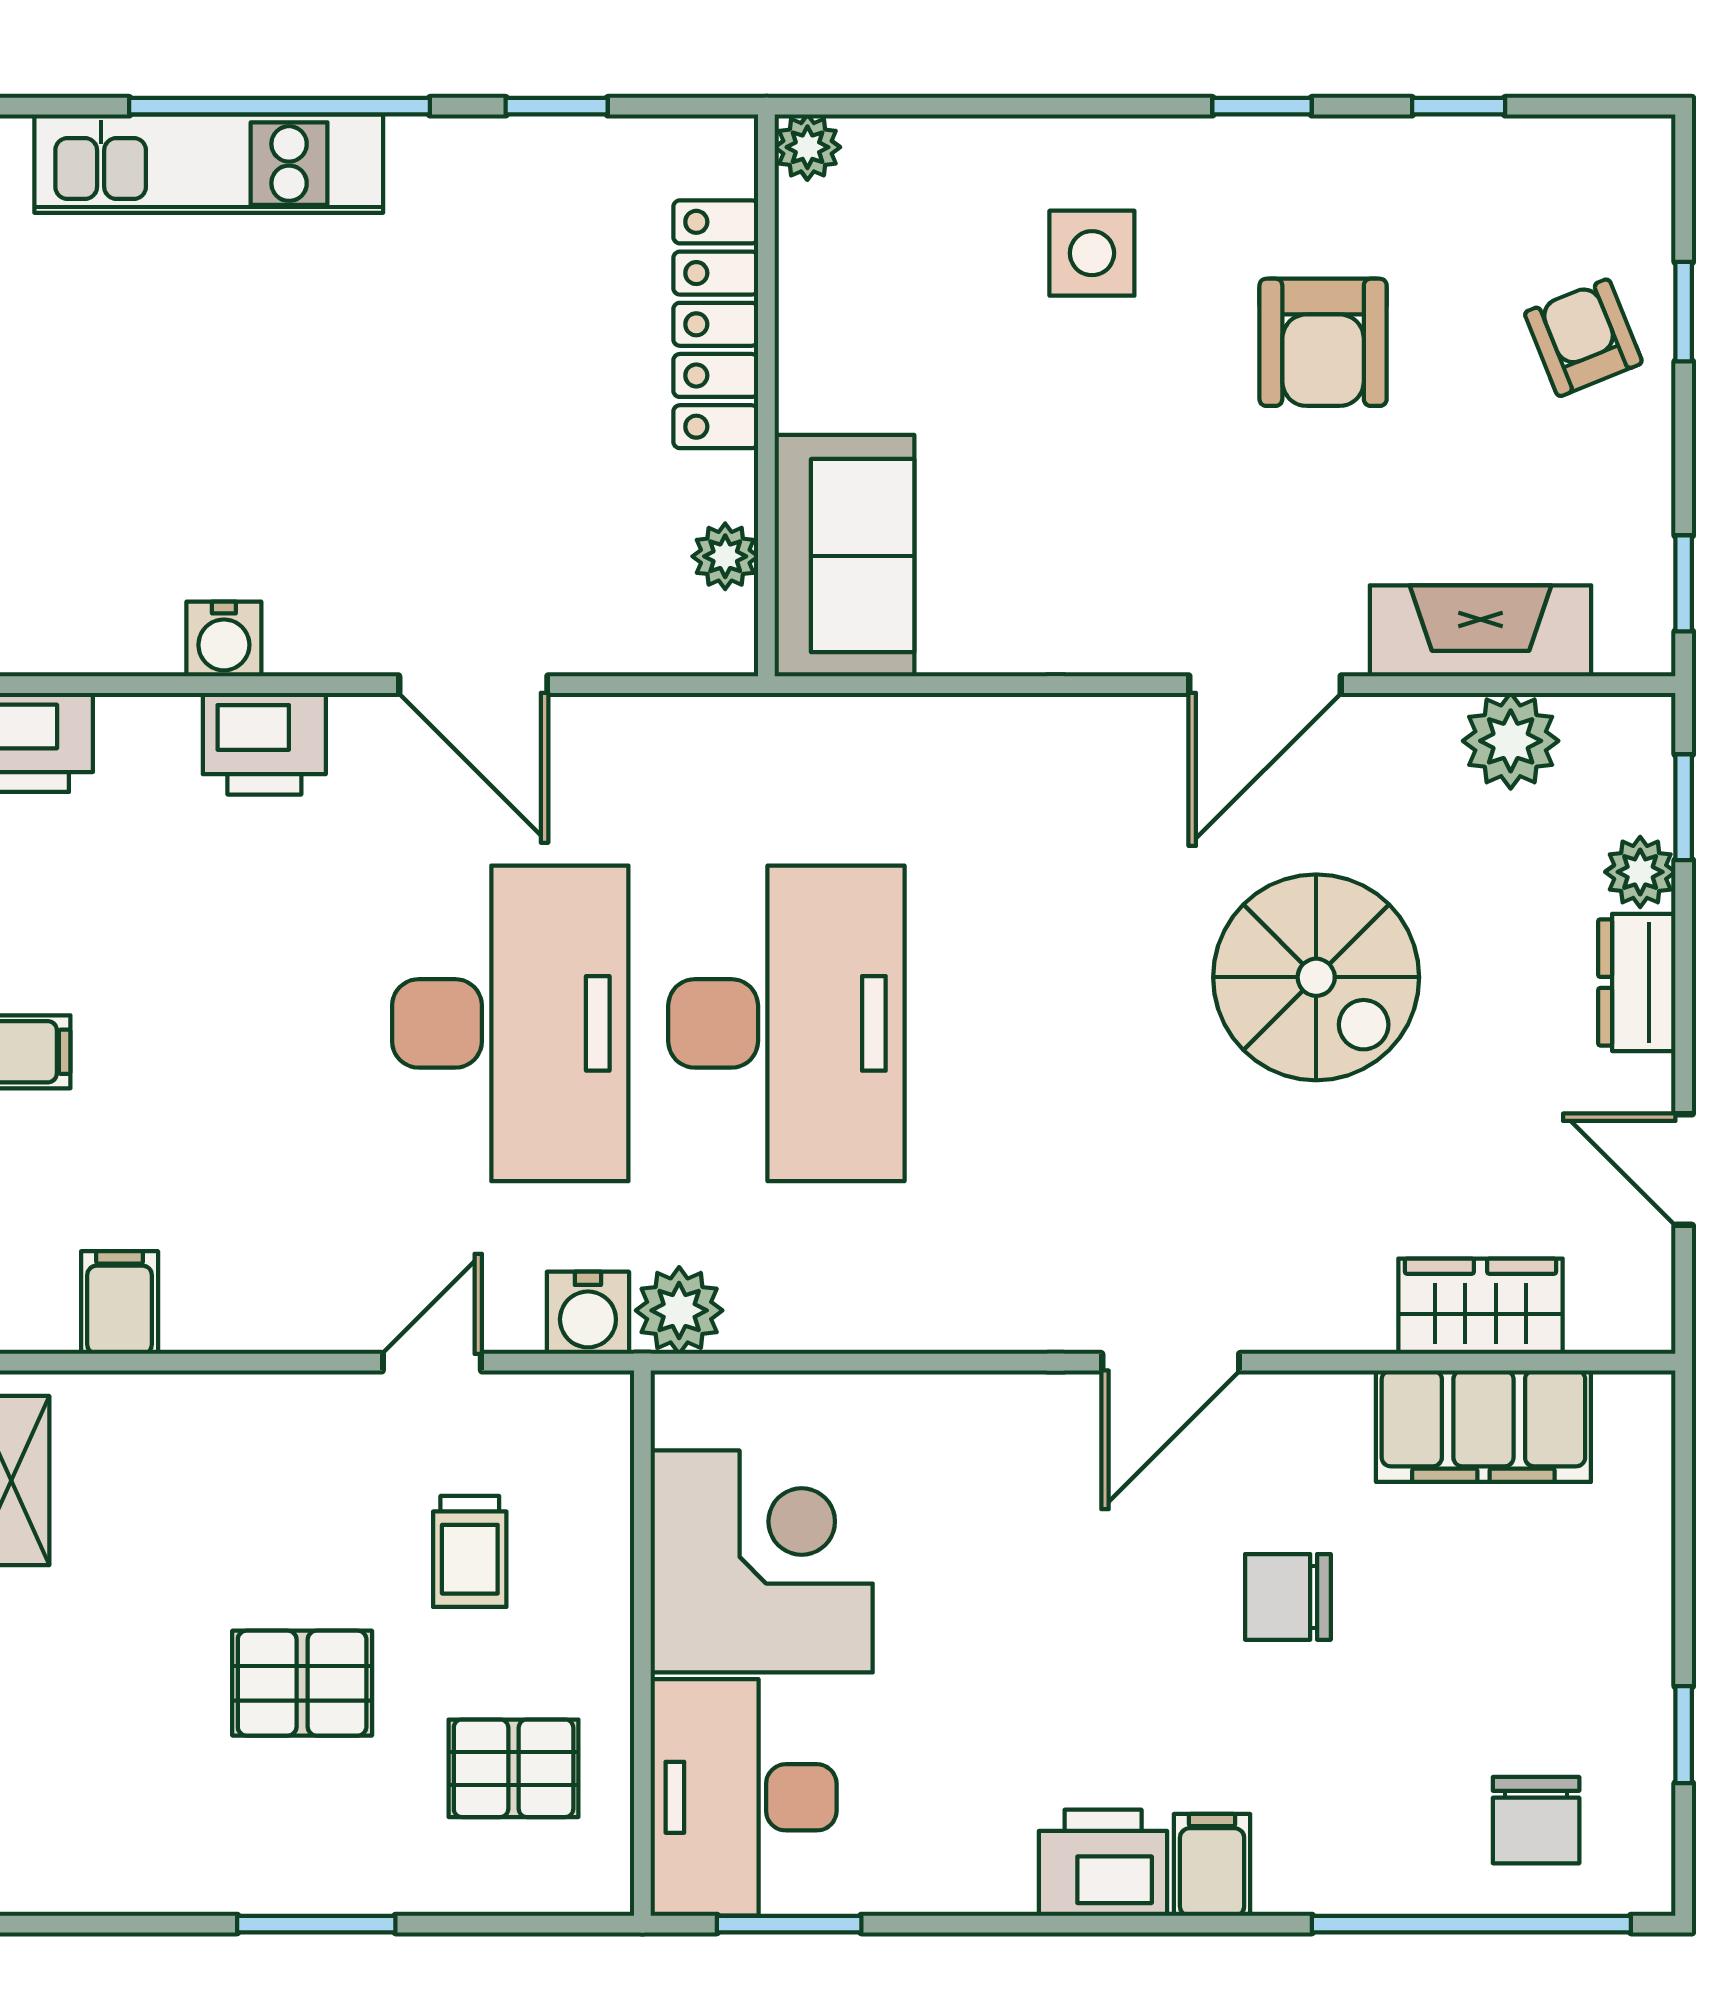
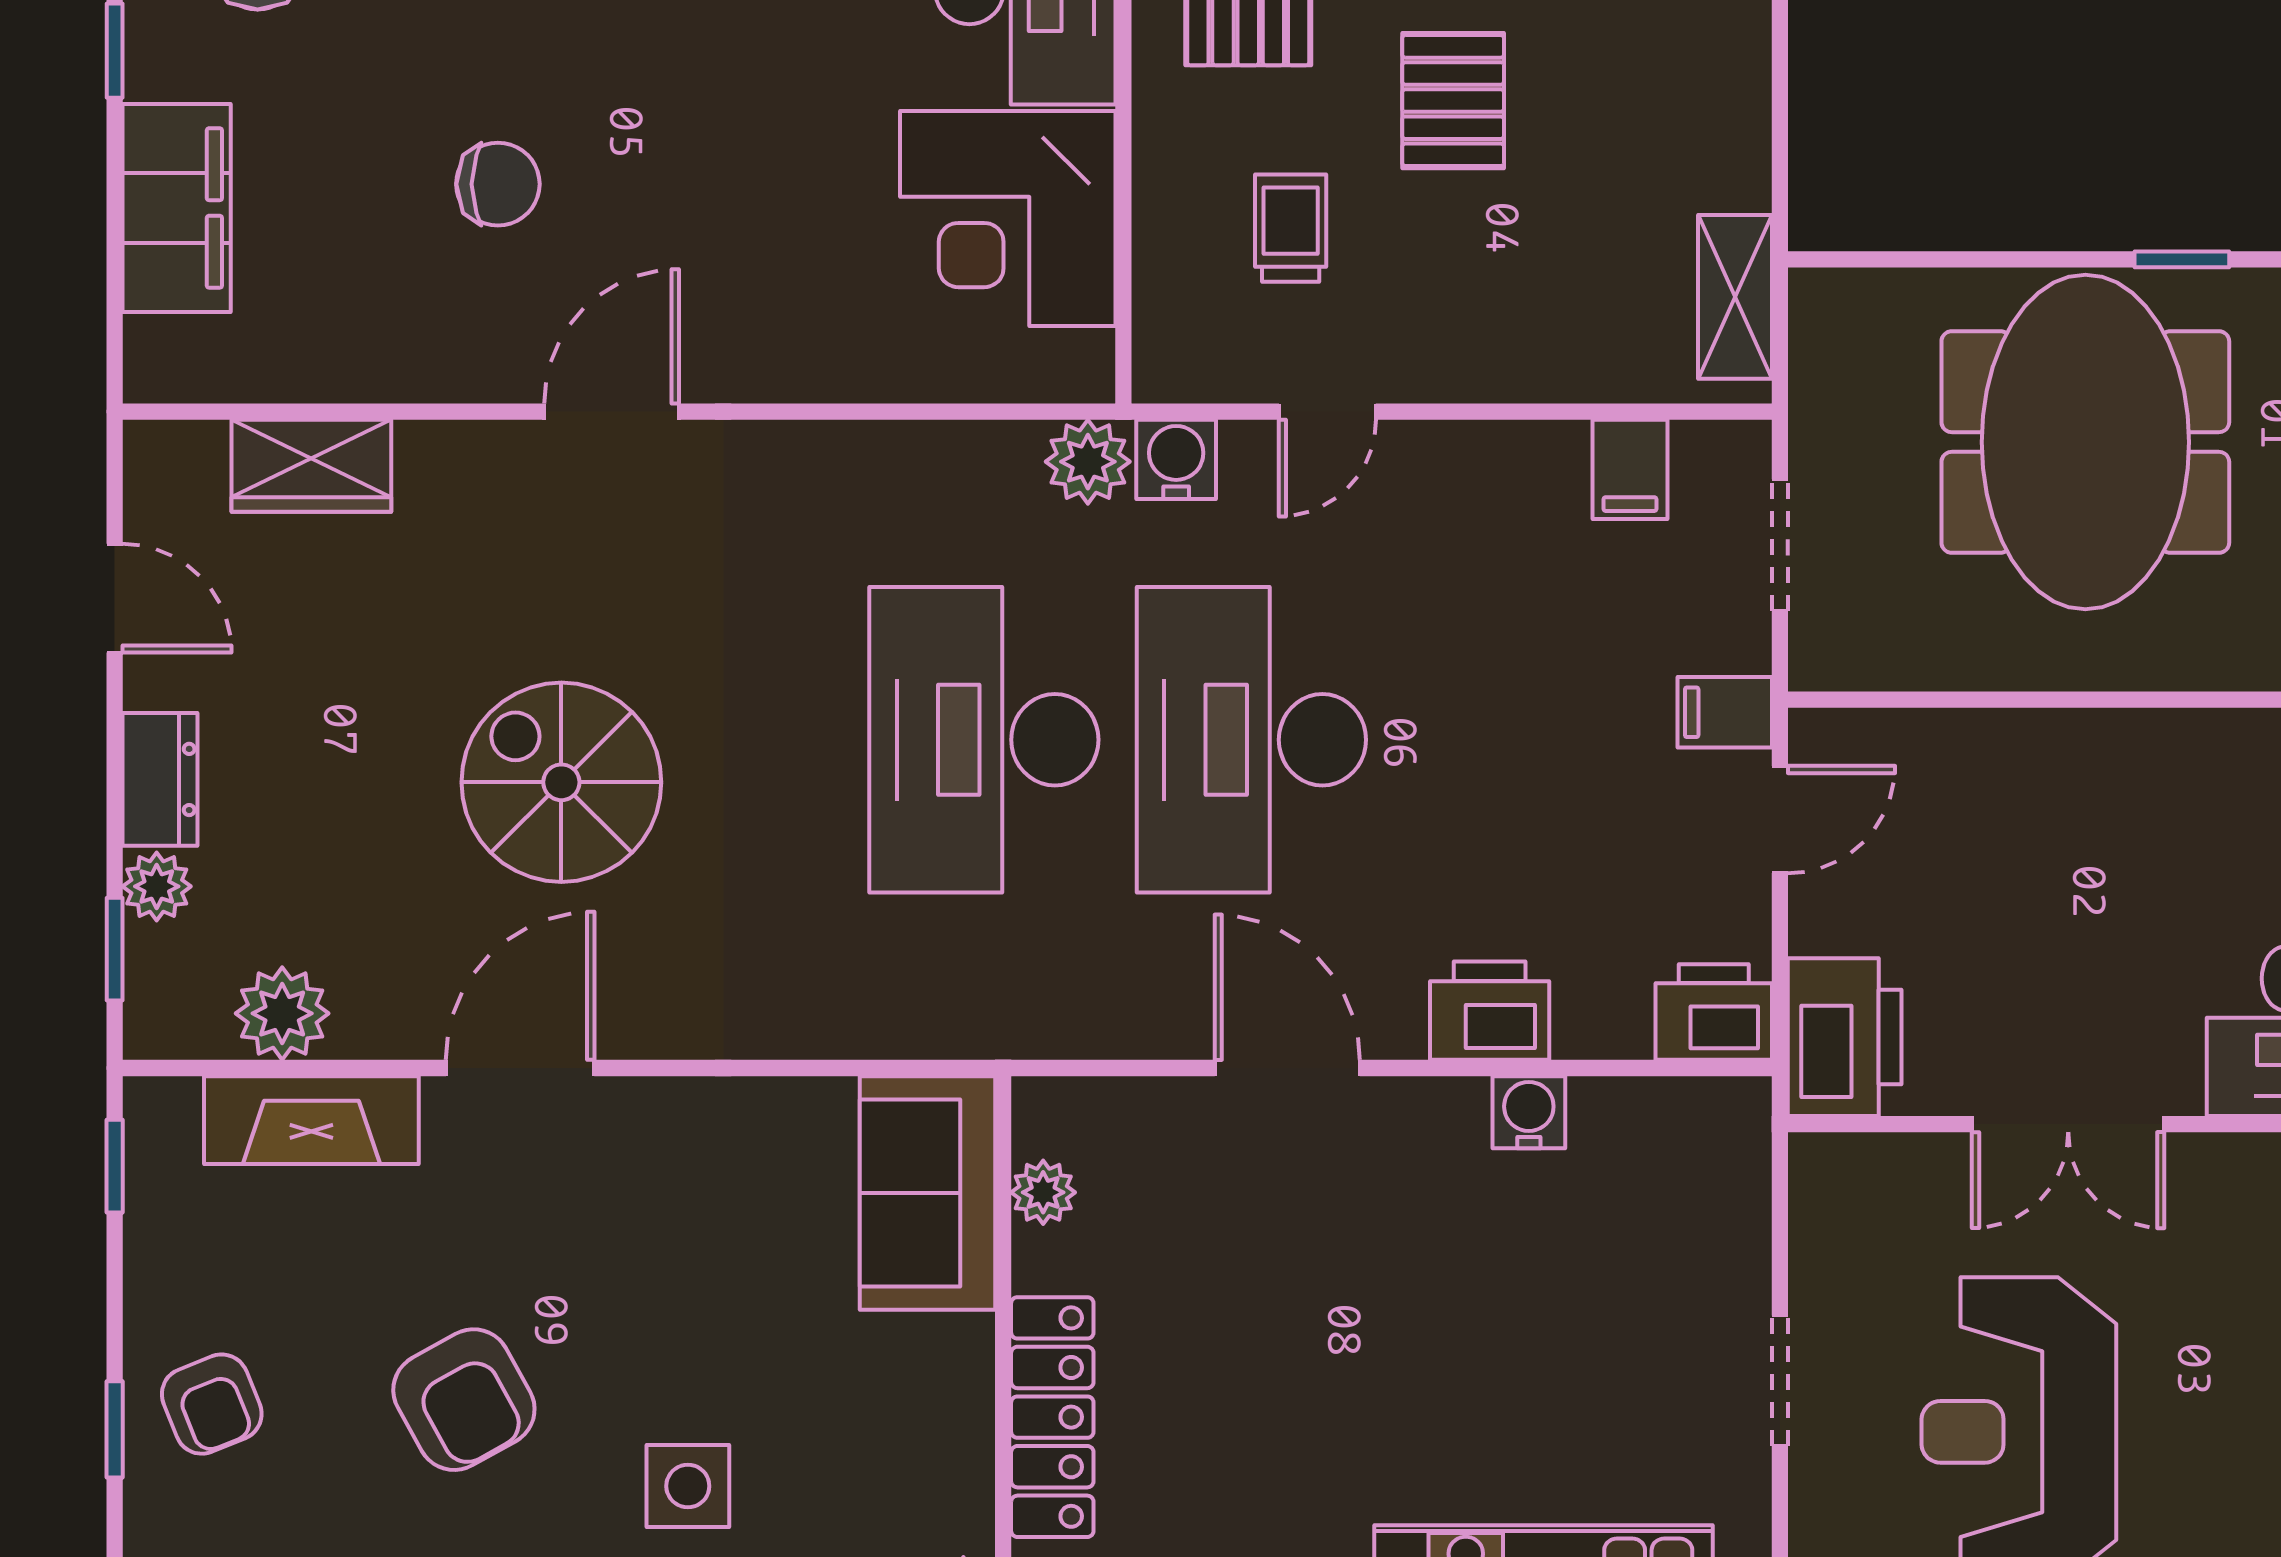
armchair: (1323, 342) -> (464, 1400), turned 151
spiral stairs: (1316, 977) -> (561, 782), moved
filing cabinet: (1483, 1426) -> (177, 208), moved, turned 90
pallet: (302, 1683) -> (1453, 101), turned 90

